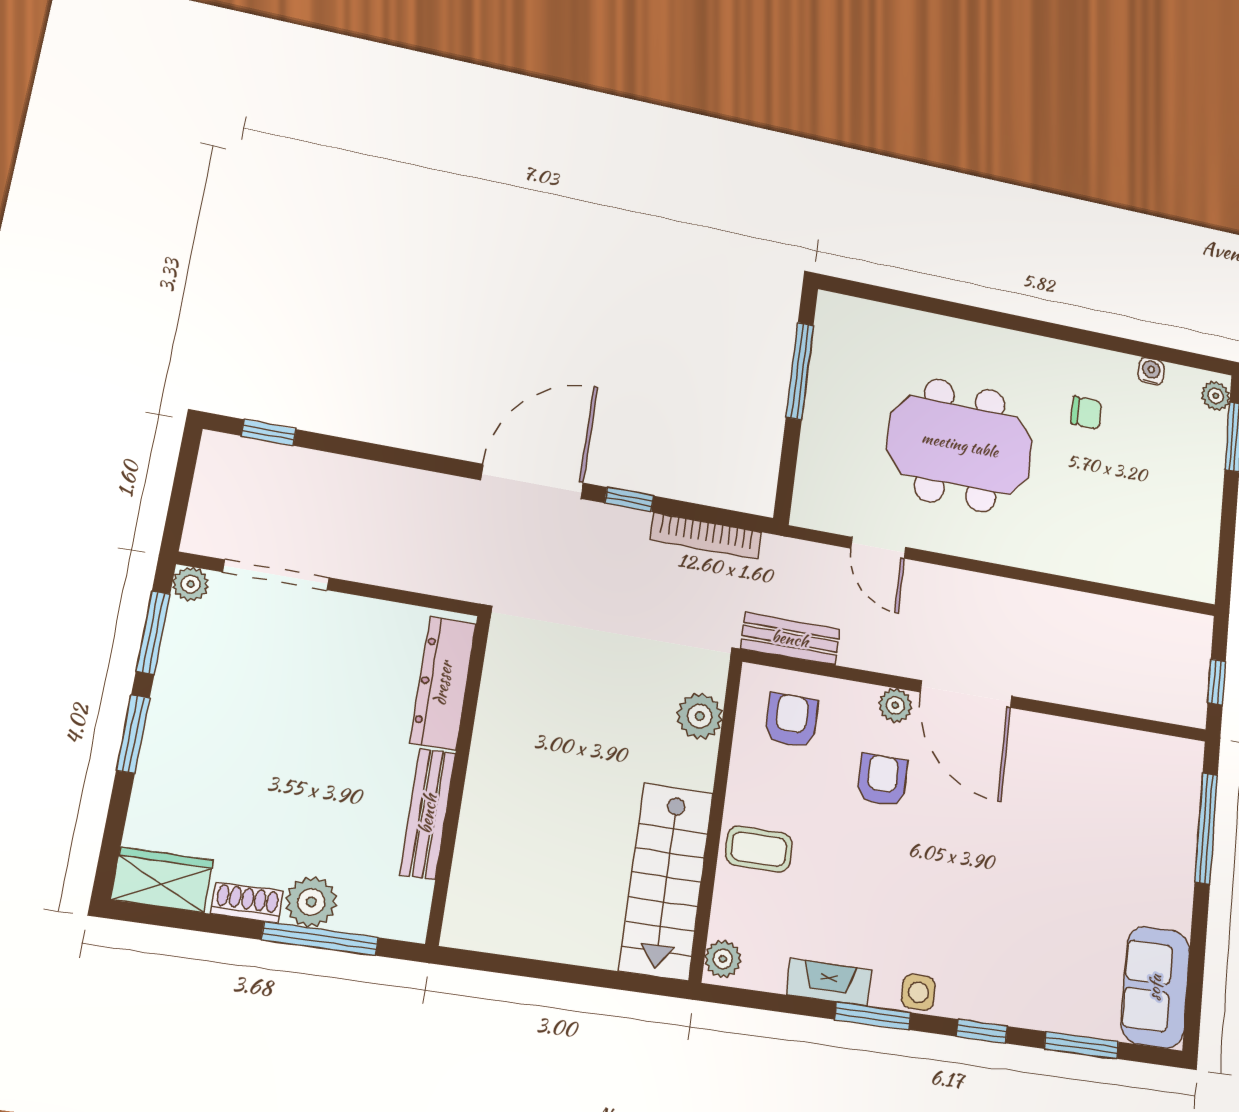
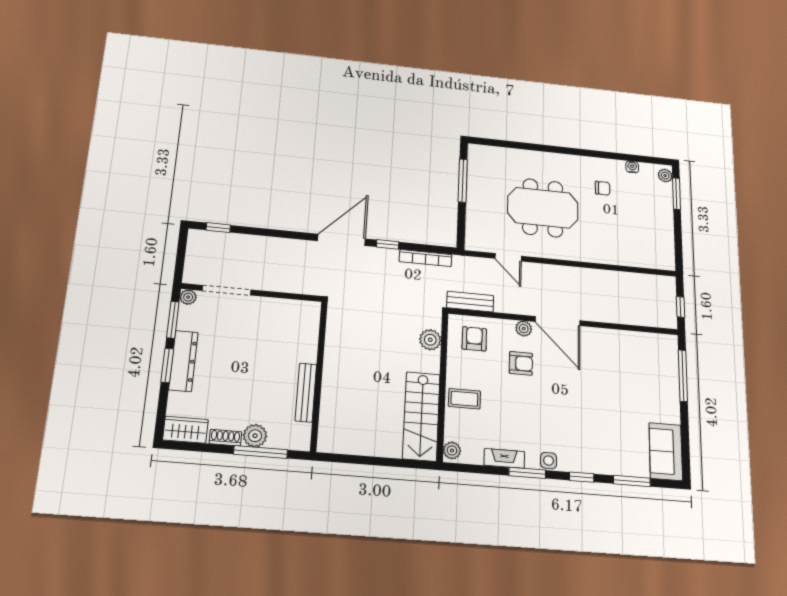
dresser: (443, 683) -> (183, 361), moved, turned 180
armchair: (882, 780) -> (521, 363), turned 90

